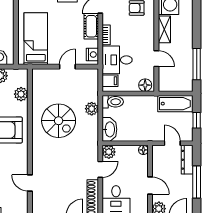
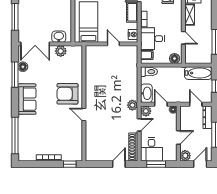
door: (67, 67) -> (113, 44), hinge flipped
plant: (21, 94) -> (77, 66), removed
plant: (92, 109) -> (132, 105), moved
spiral stairs: (59, 121) -> (106, 87), removed
door: (128, 143) -> (161, 104), added
door: (30, 183) -> (84, 114), moved
door: (150, 186) -> (178, 138), hinge flipped

